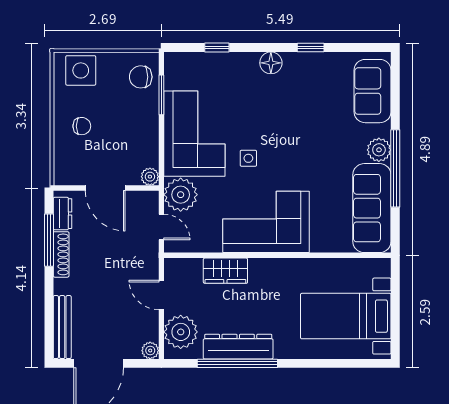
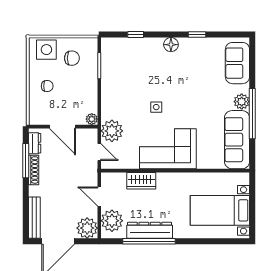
chair: (141, 77) -> (72, 58), moved, turned 180
corner sofa: (194, 134) -> (121, 91), removed
plant: (150, 351) -> (87, 228), width x1.88, depth x1.88

